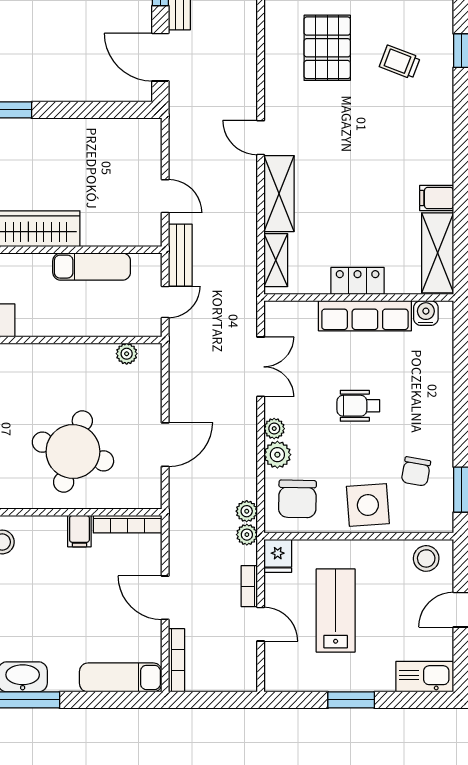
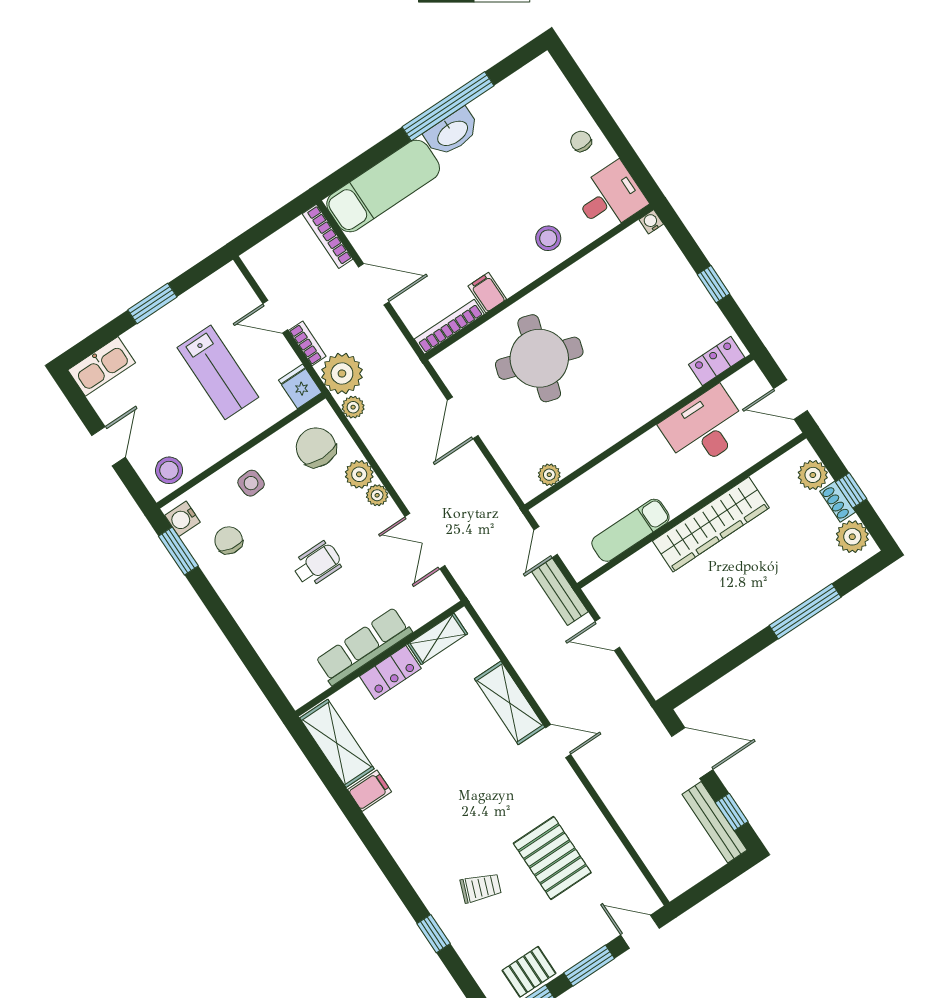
shelving: (276, 260) -> (438, 639), moved, turned 90
water cooler: (426, 313) -> (182, 519), moved, turned 90
side table: (368, 505) -> (251, 483), width x0.54, depth x0.54
plant: (247, 535) -> (342, 374), width x1.88, depth x1.88
exam couch: (121, 677) -> (383, 186), width x1.36, depth x1.45

